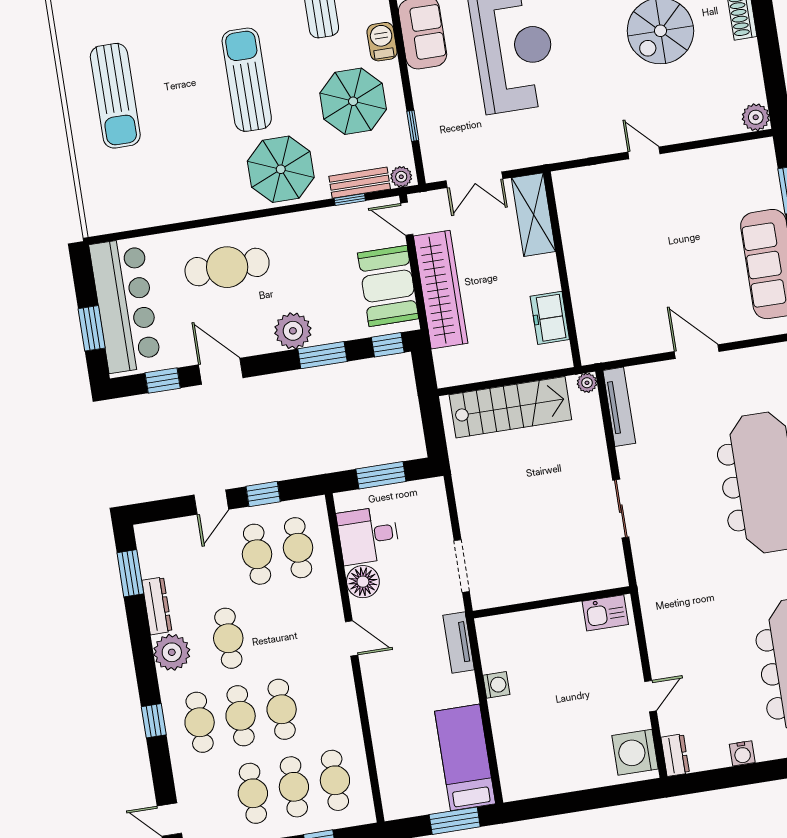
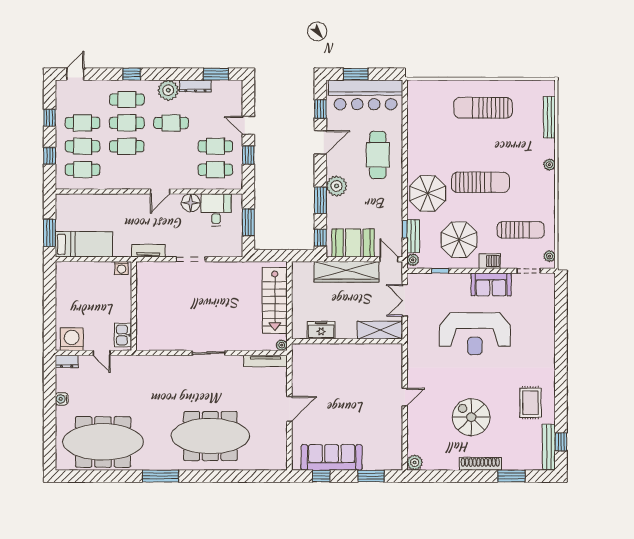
door: (407, 219) -> (389, 259), hinge flipped
wall: (552, 602) -> (134, 306), moved
kitchen sink: (605, 613) -> (123, 335), moved

